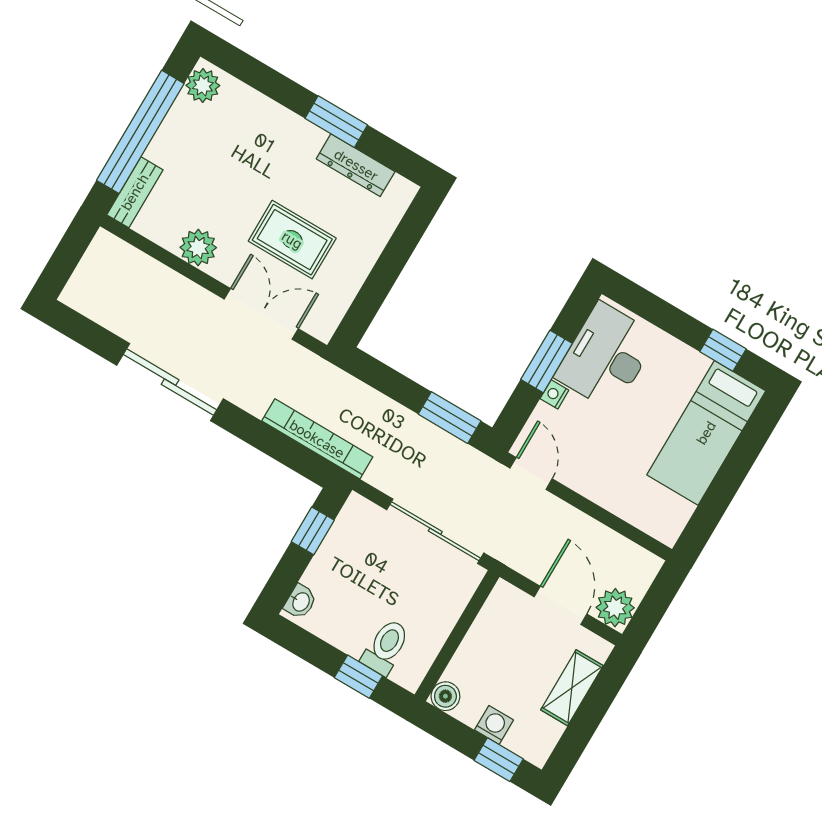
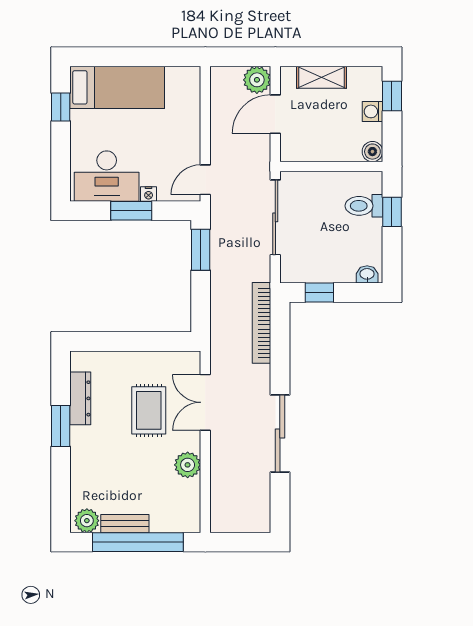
bench: (135, 192) -> (125, 524), moved

